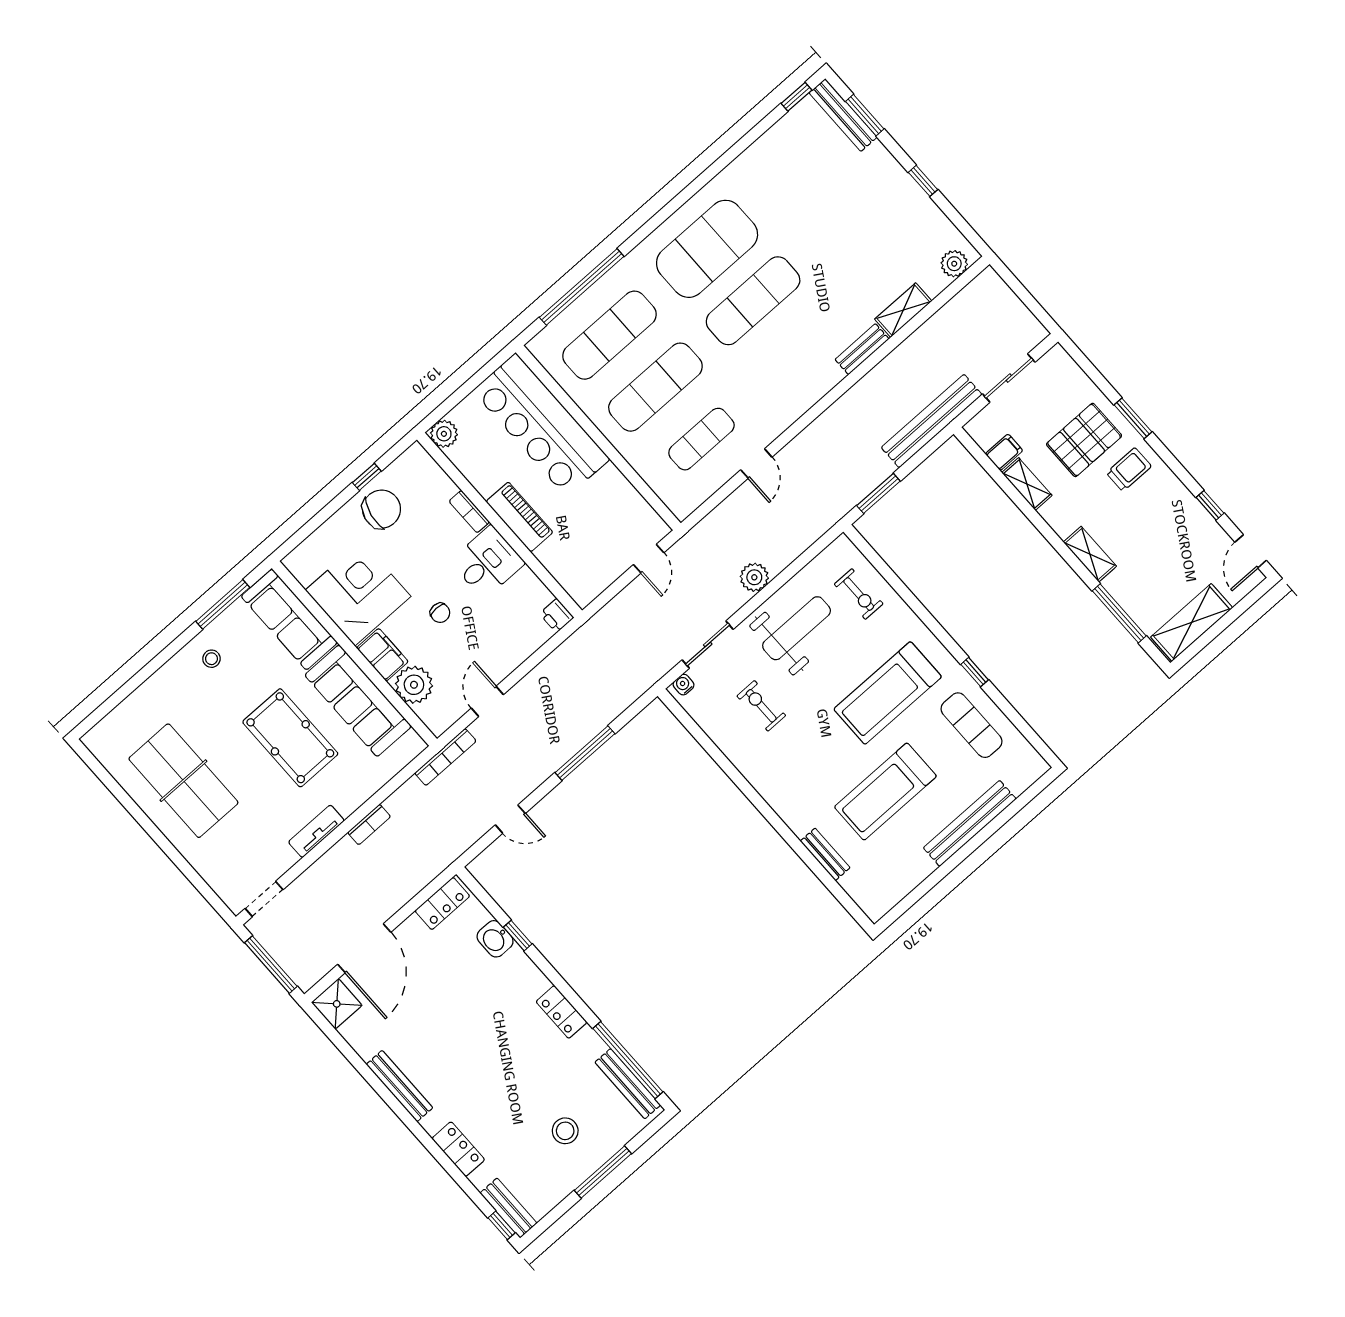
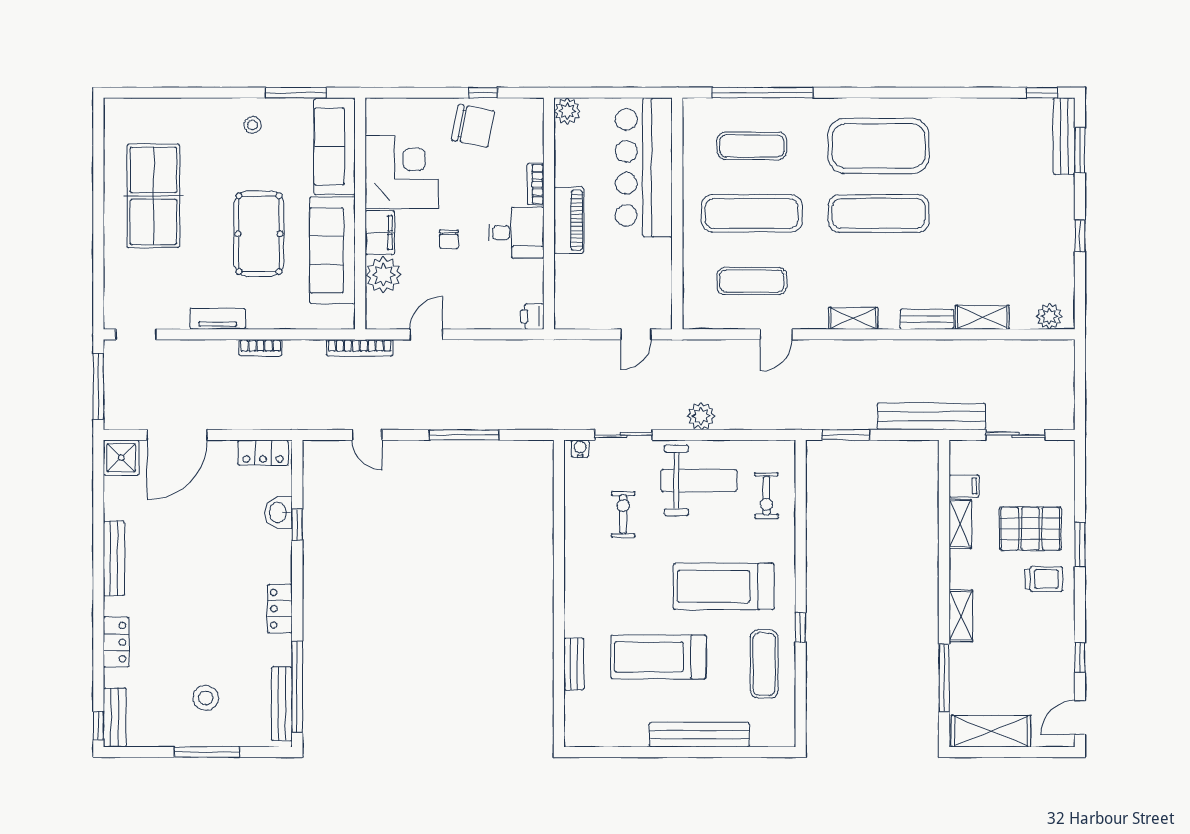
exercise mat: (609, 335) -> (752, 146), width x0.73, depth x0.69
shelving: (805, 399) -> (853, 318), added

